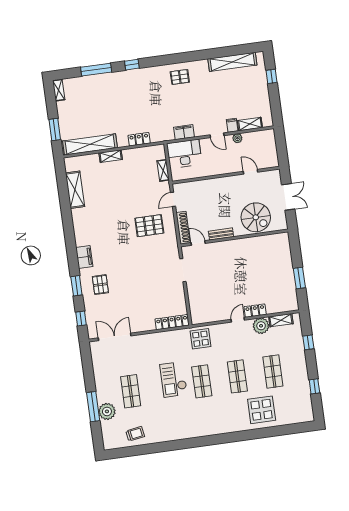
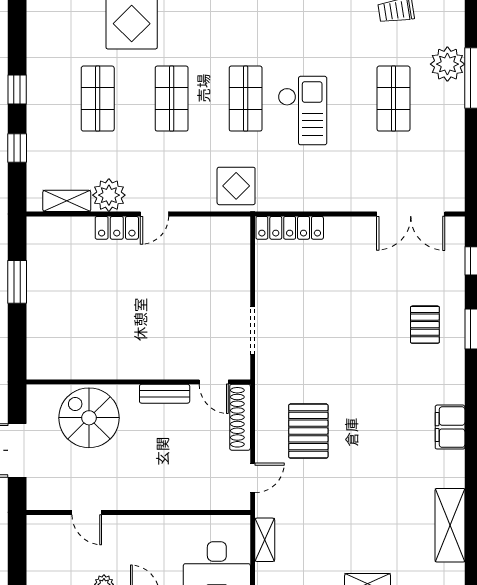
pallet: (149, 226) -> (308, 431), turned 90
filing cabinet: (84, 257) -> (450, 427), moved
window: (314, 386) -> (17, 90), moved

